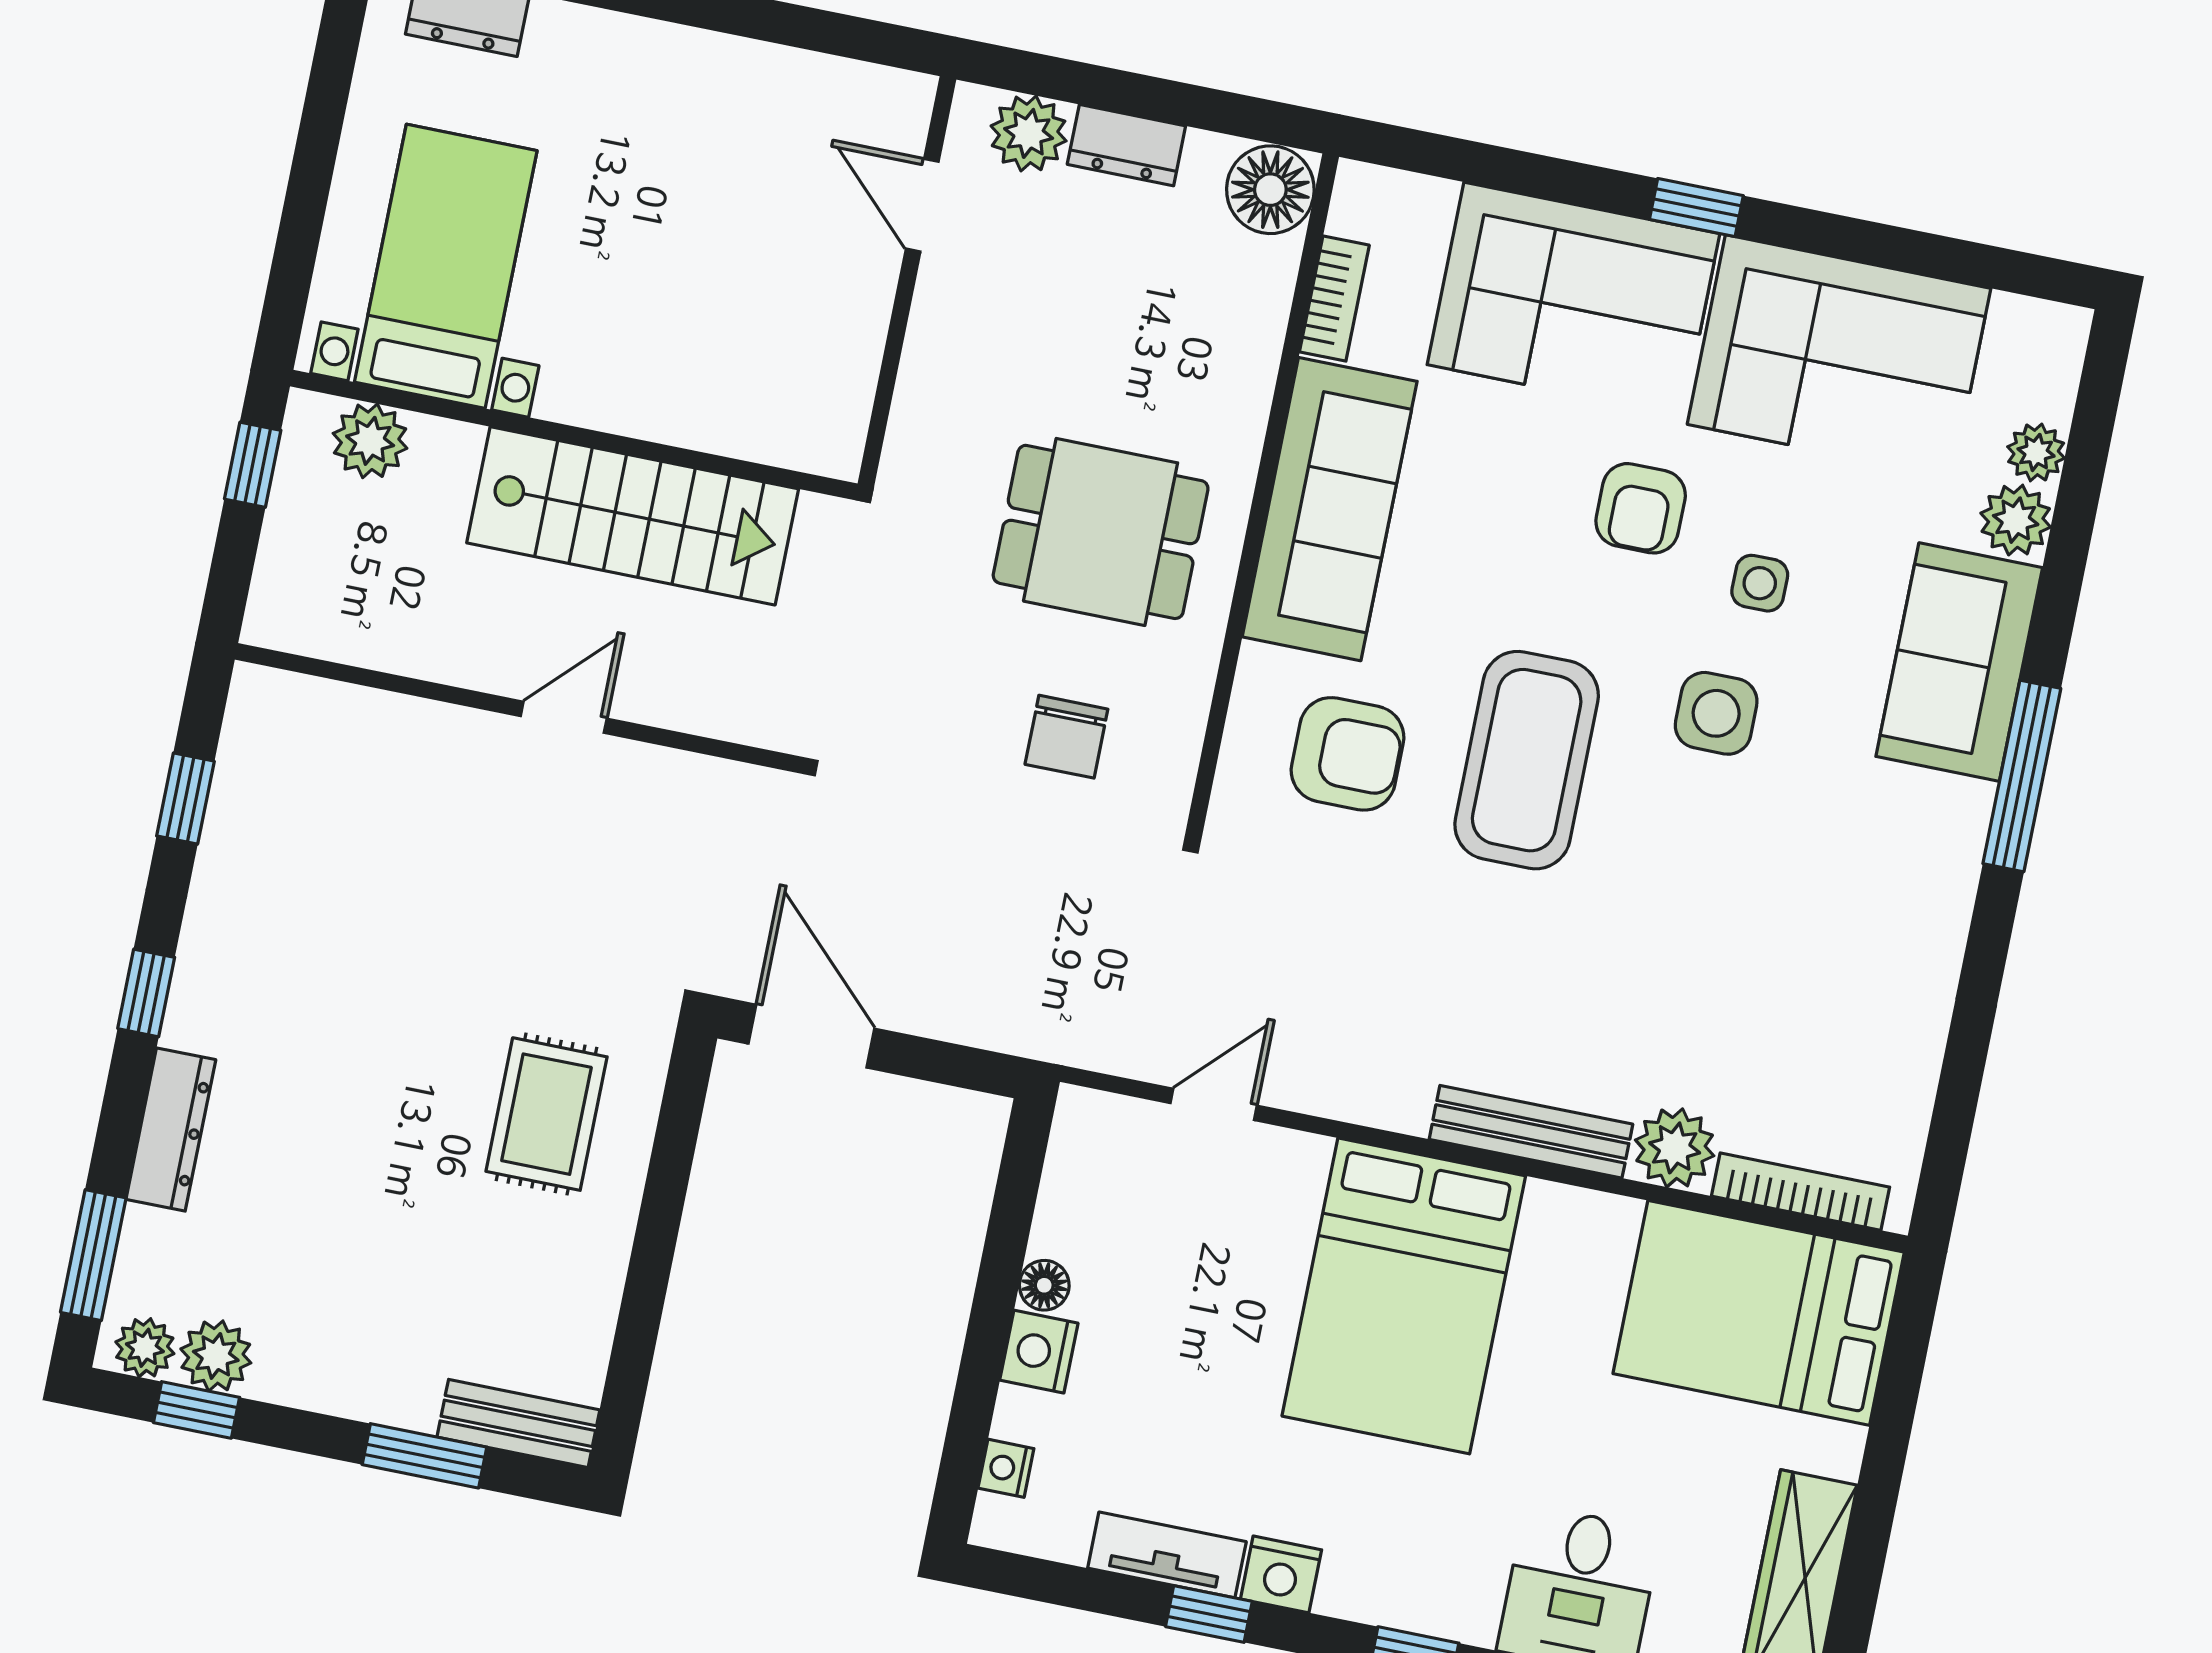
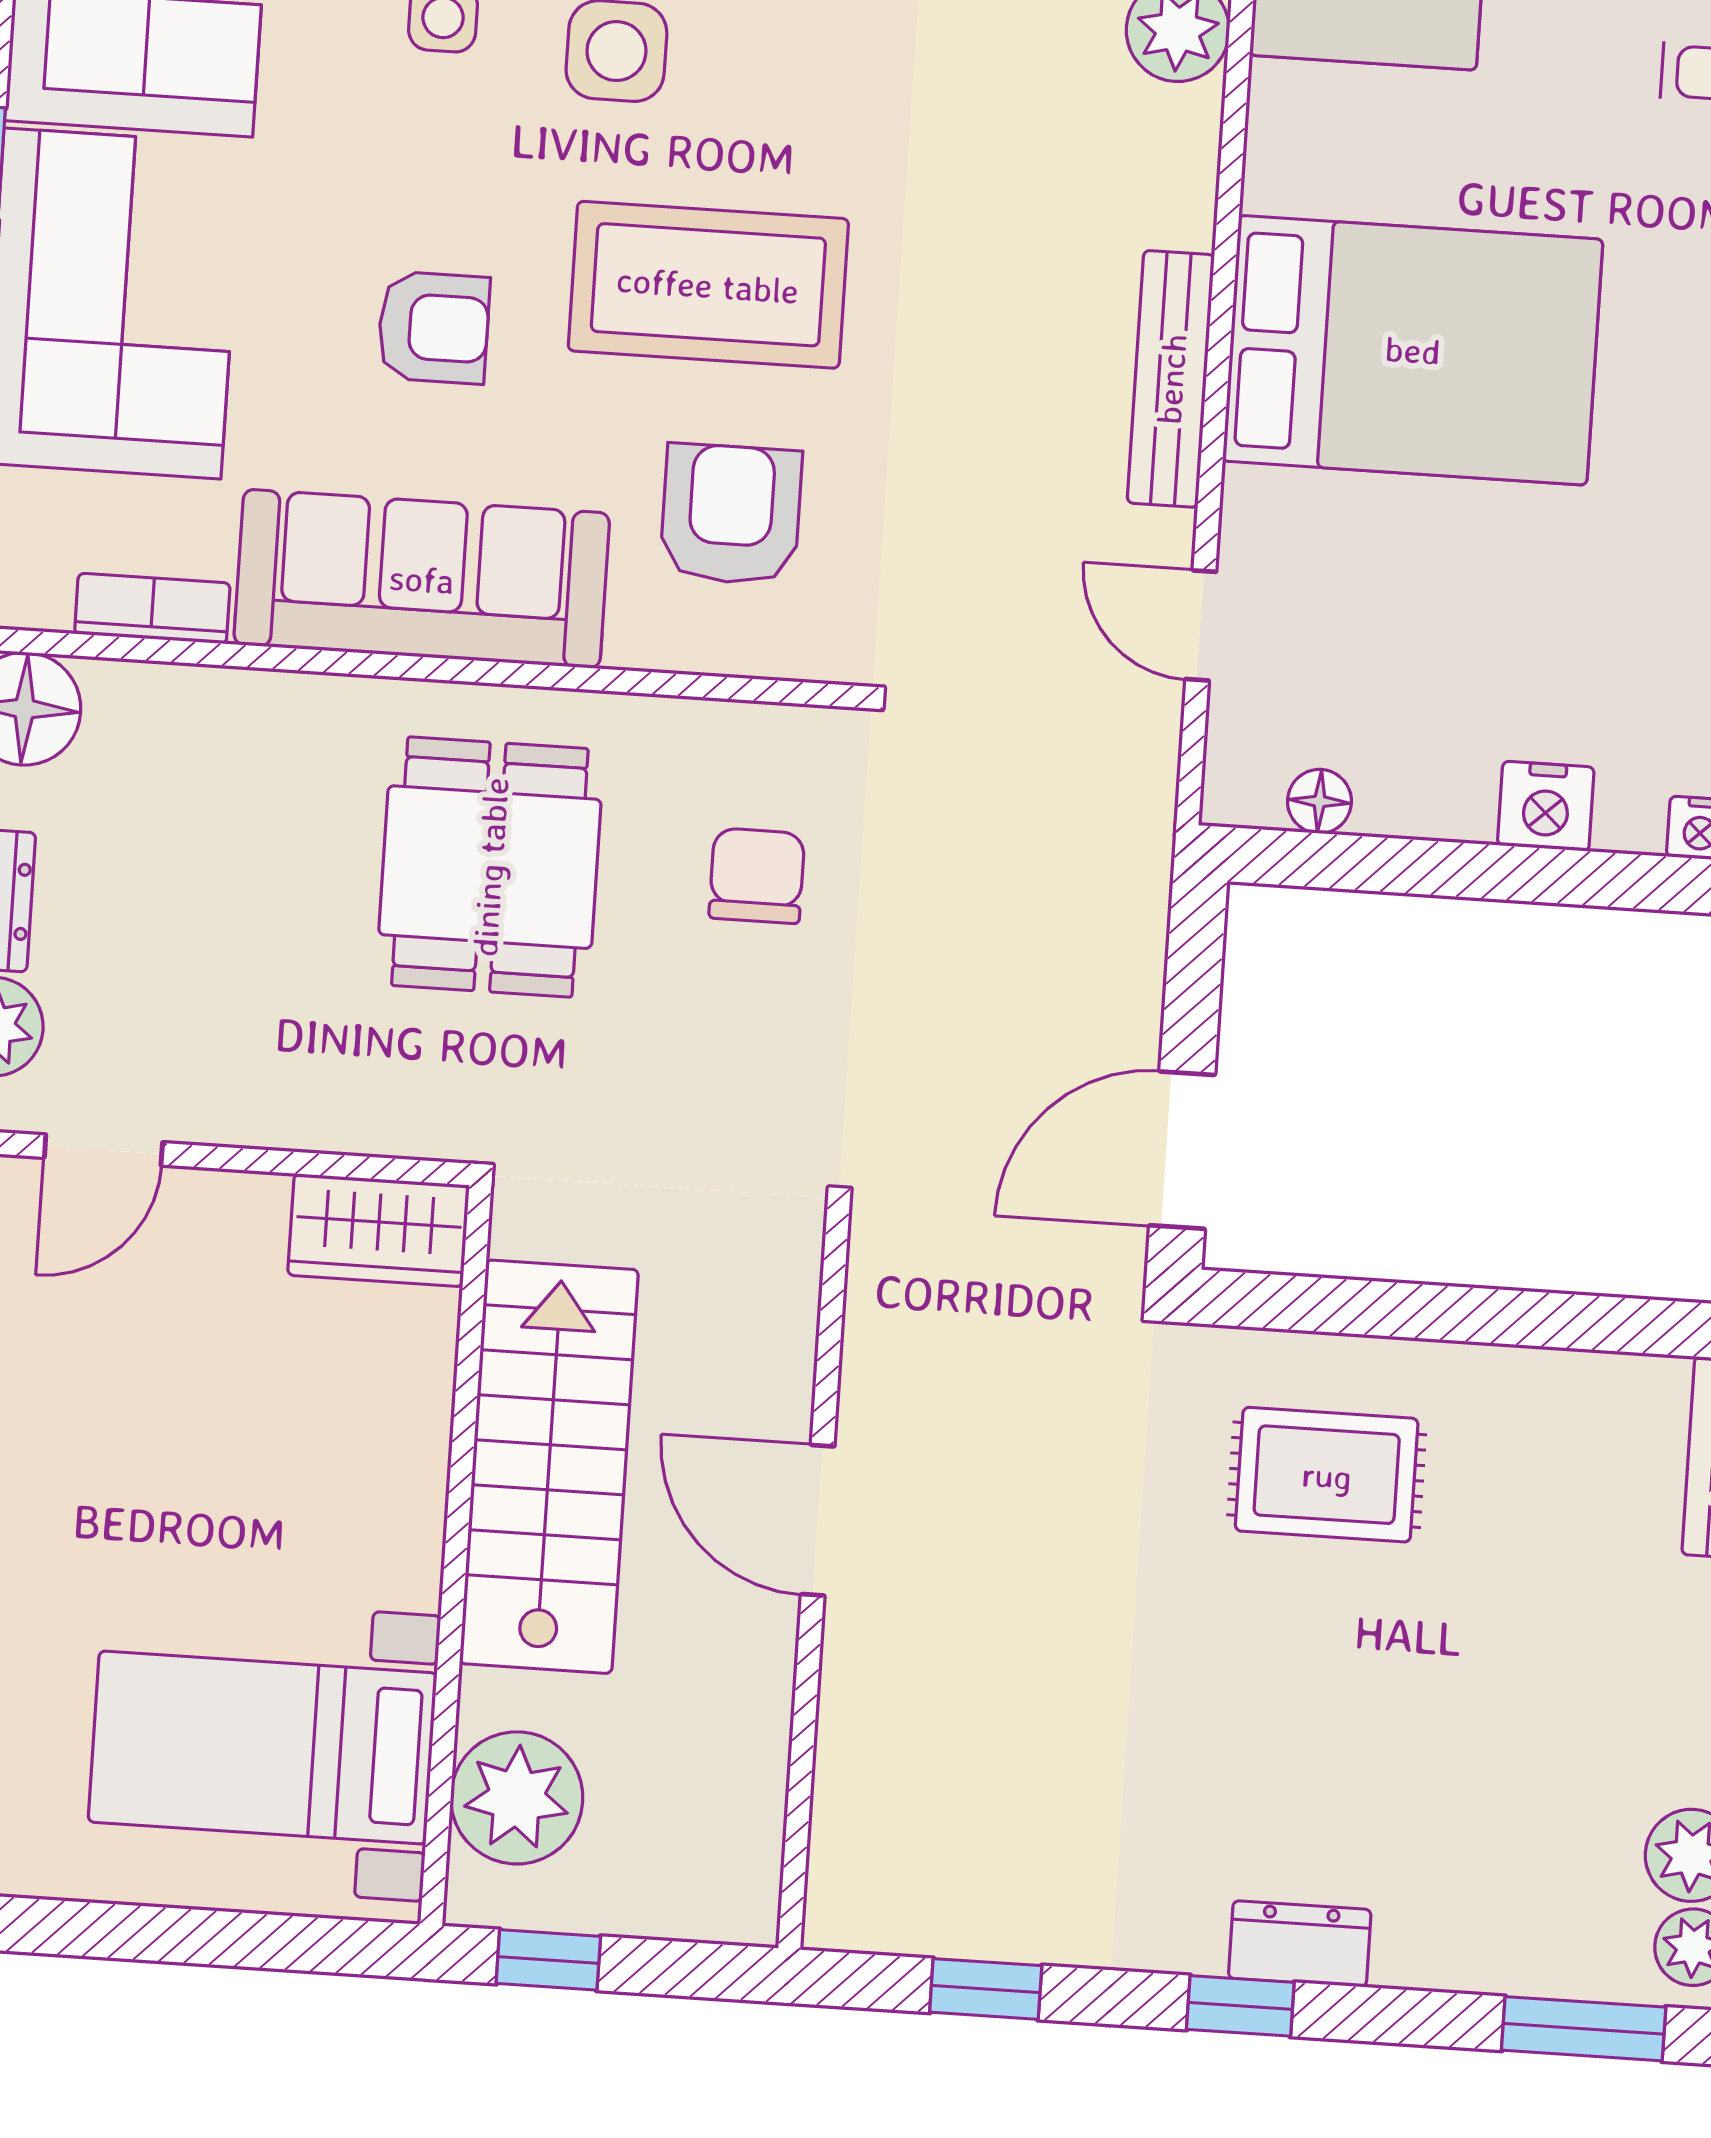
wardrobe: (832, 409) -> (379, 1230), added
plant: (370, 441) -> (517, 1798), width x1.36, depth x1.36
armchair: (1641, 508) -> (434, 328), moved
door: (564, 717) -> (818, 1520), width x1.38
chair: (1066, 737) -> (757, 876), turned -90
dresser: (171, 1129) -> (1300, 1944), moved, width x0.70
bench: (1531, 1132) -> (1171, 379), moved
floor lamp: (1044, 1285) -> (1320, 801), moved

